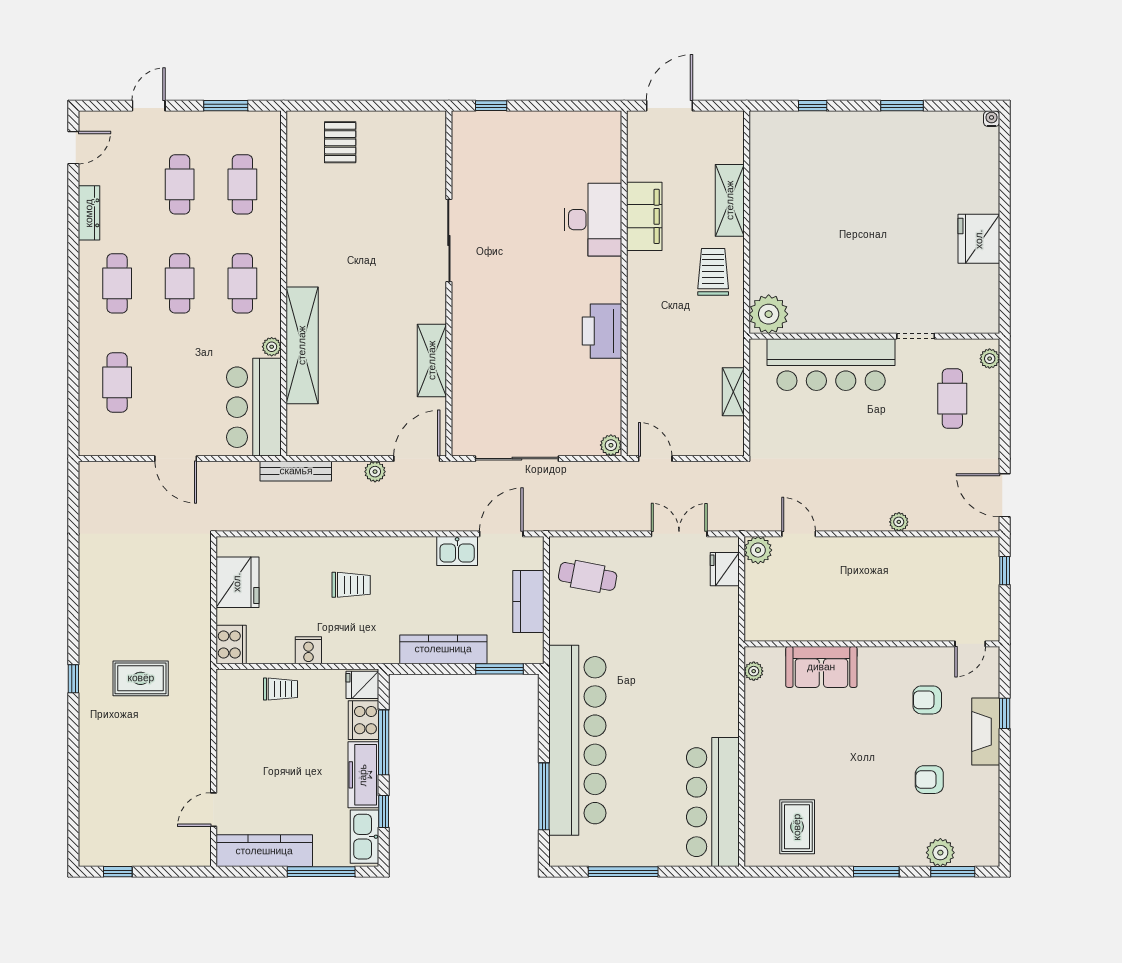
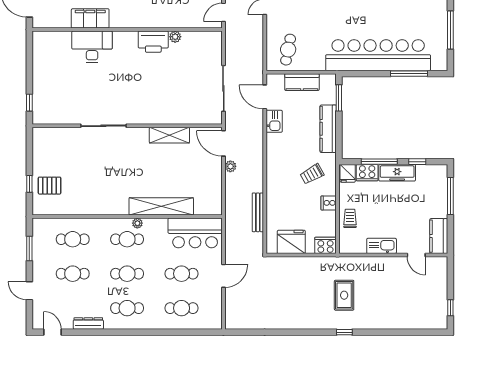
window: (343, 106) -> (29, 184), added
plant: (272, 347) -> (137, 223), moved
cafe table: (180, 382) -> (182, 274), added
plant: (611, 445) -> (175, 37), moved
bench: (296, 471) -> (258, 212), moved
trolley: (351, 585) -> (312, 174), moved, turned -119
kitchen sink: (365, 837) -> (382, 246), moved, turned 180
kitchen counter: (264, 851) -> (439, 236), width x0.67

